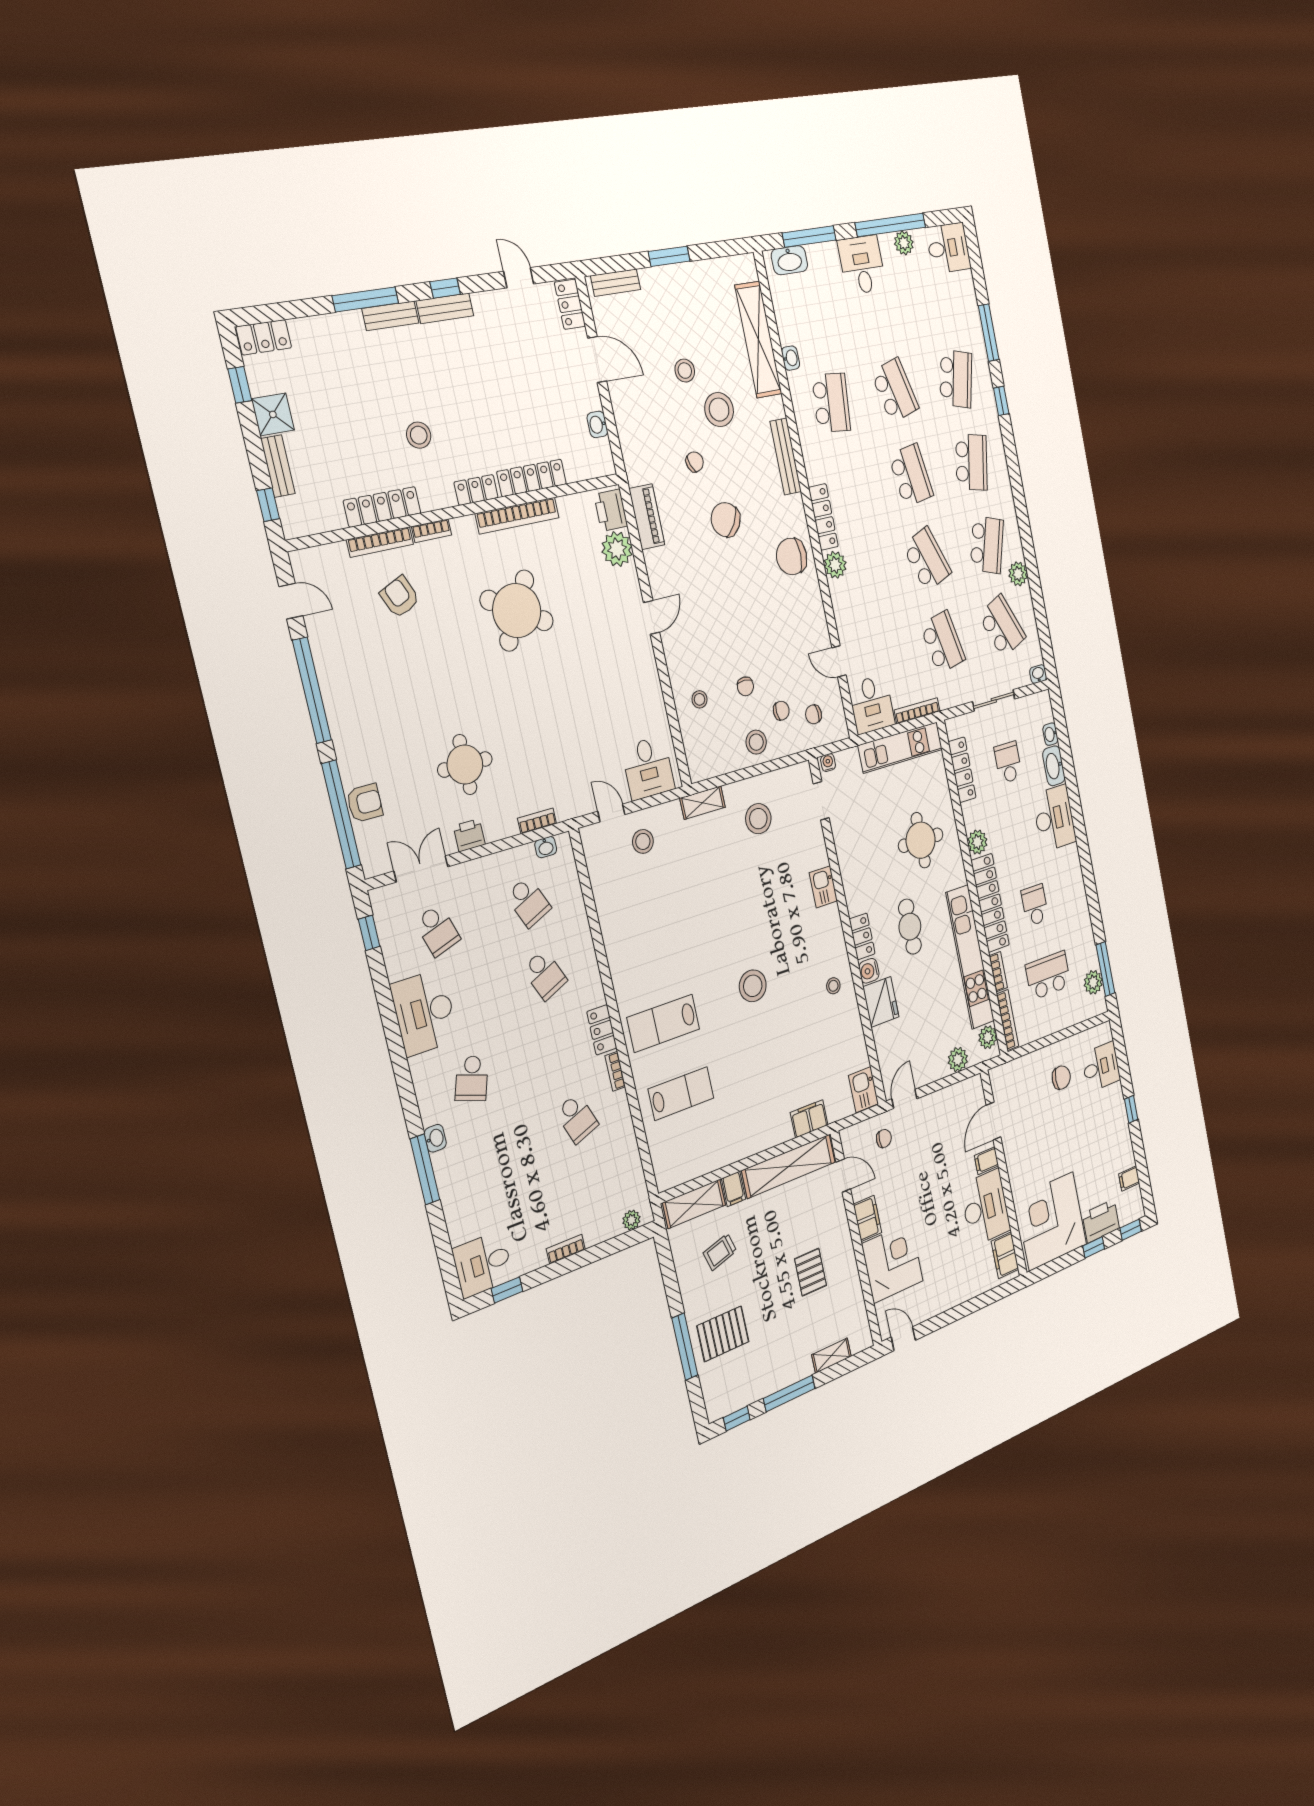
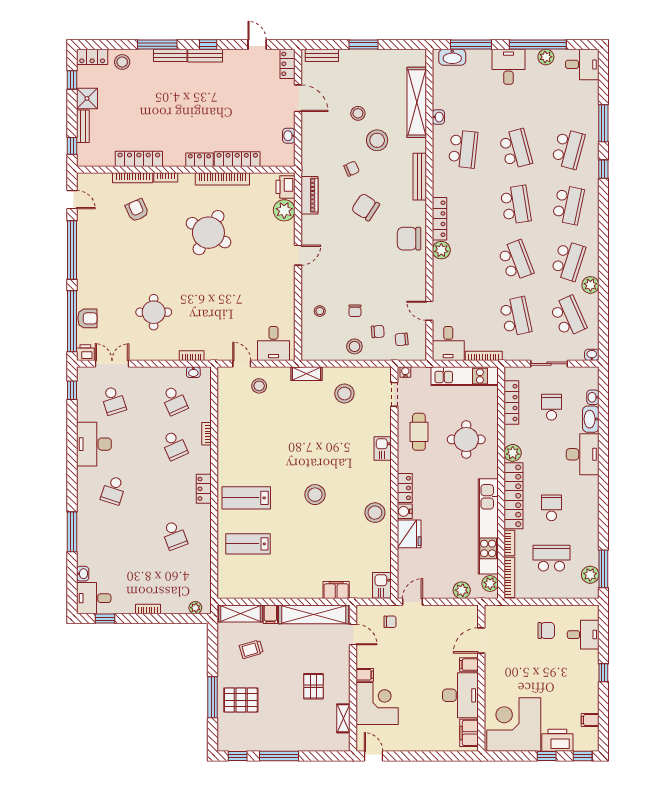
stool: (419, 435) -> (122, 62), moved
printer: (469, 835) -> (85, 353), moved
cafe table: (910, 927) -> (419, 432), moved
stool: (833, 986) -> (375, 513), width x1.89, depth x1.89
bookcase: (615, 1071) -> (206, 434), moved
lab bench: (681, 1094) -> (248, 544), turned 180
washbasin: (435, 1138) -> (83, 574), moved
filing cabinet: (867, 1218) -> (365, 675), width x0.50
shelving: (832, 1356) -> (343, 718), moved, turned 90

